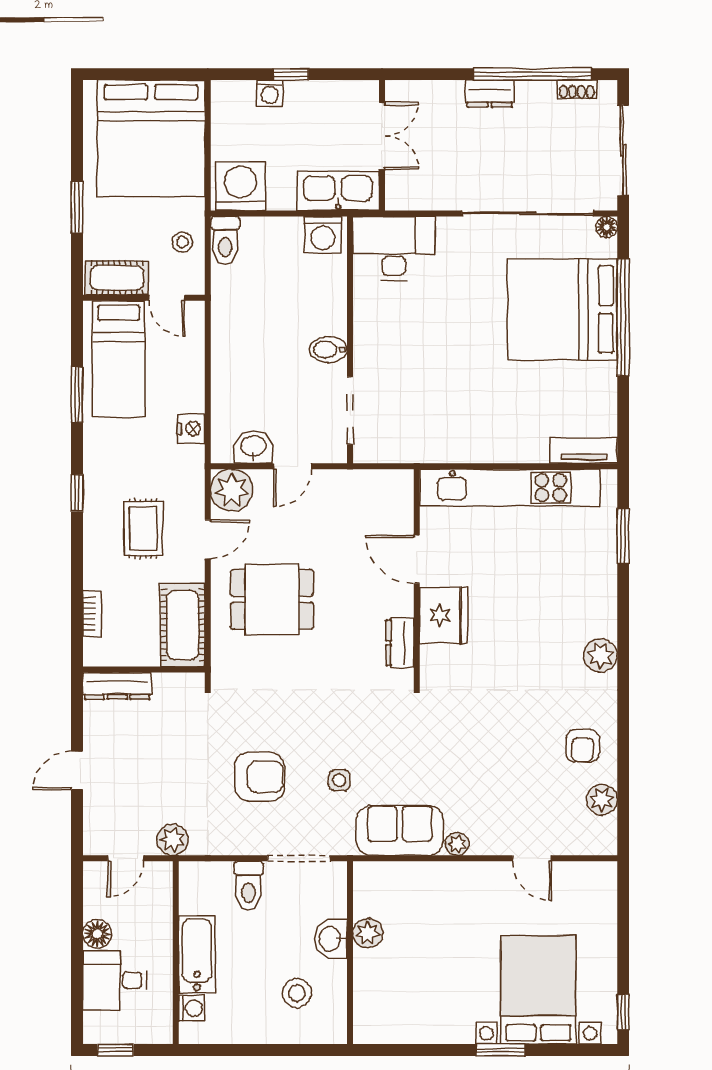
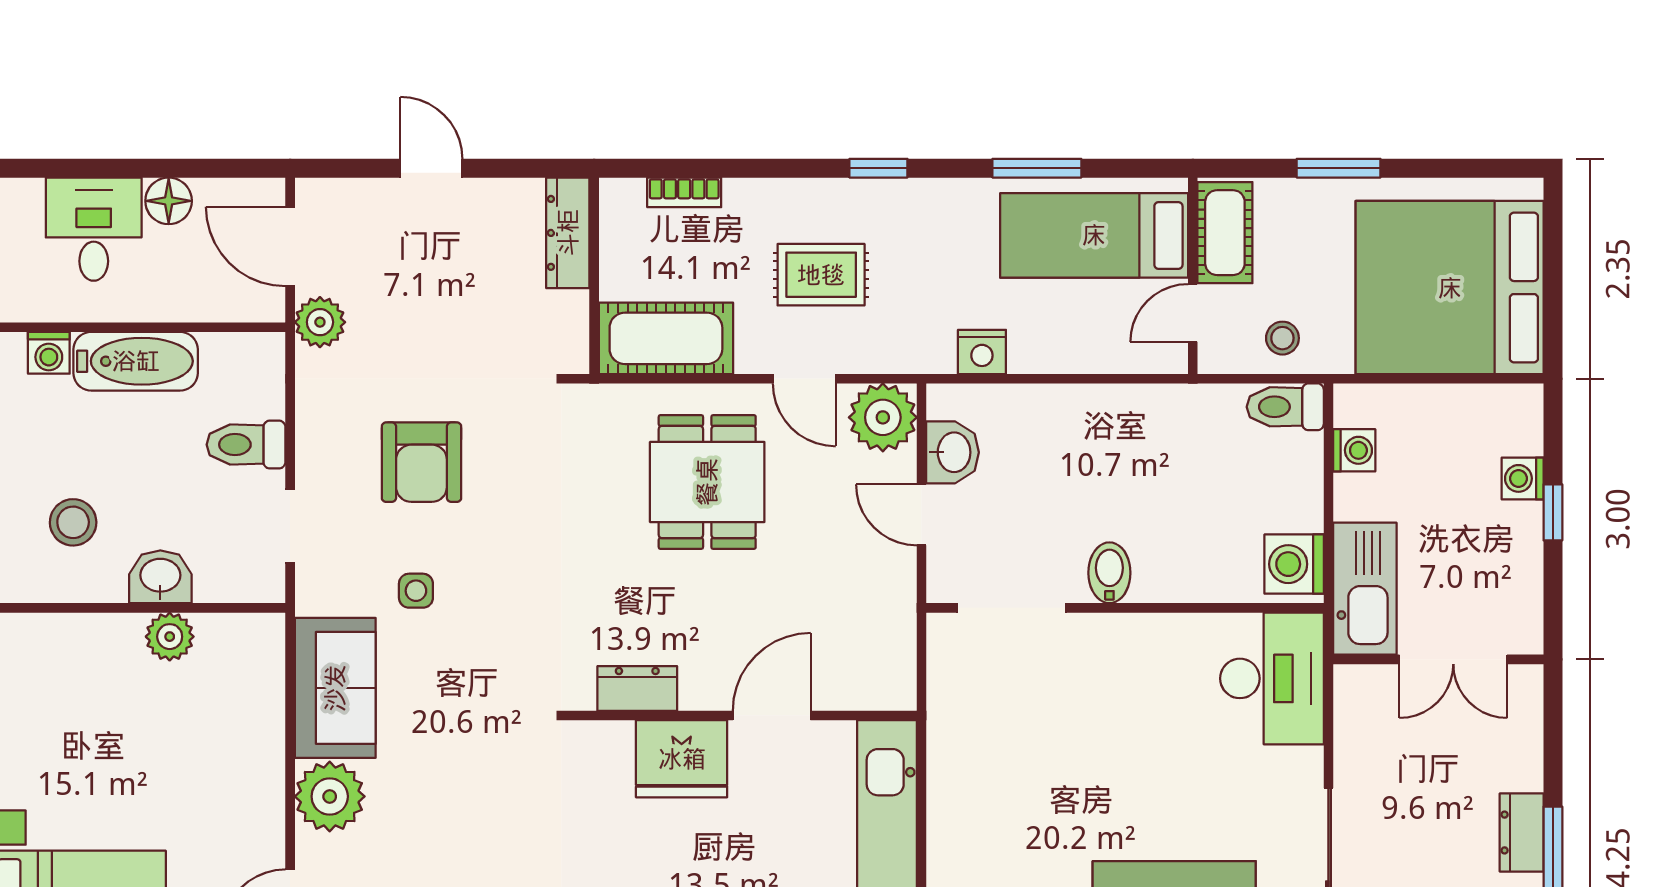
washing machine: (241, 186) -> (1354, 450), width x0.53, depth x0.53
plant: (457, 844) -> (330, 796), width x1.88, depth x1.88
door: (126, 858) -> (290, 247), width x1.38
doorway: (299, 858) -> (290, 526), width x0.73

